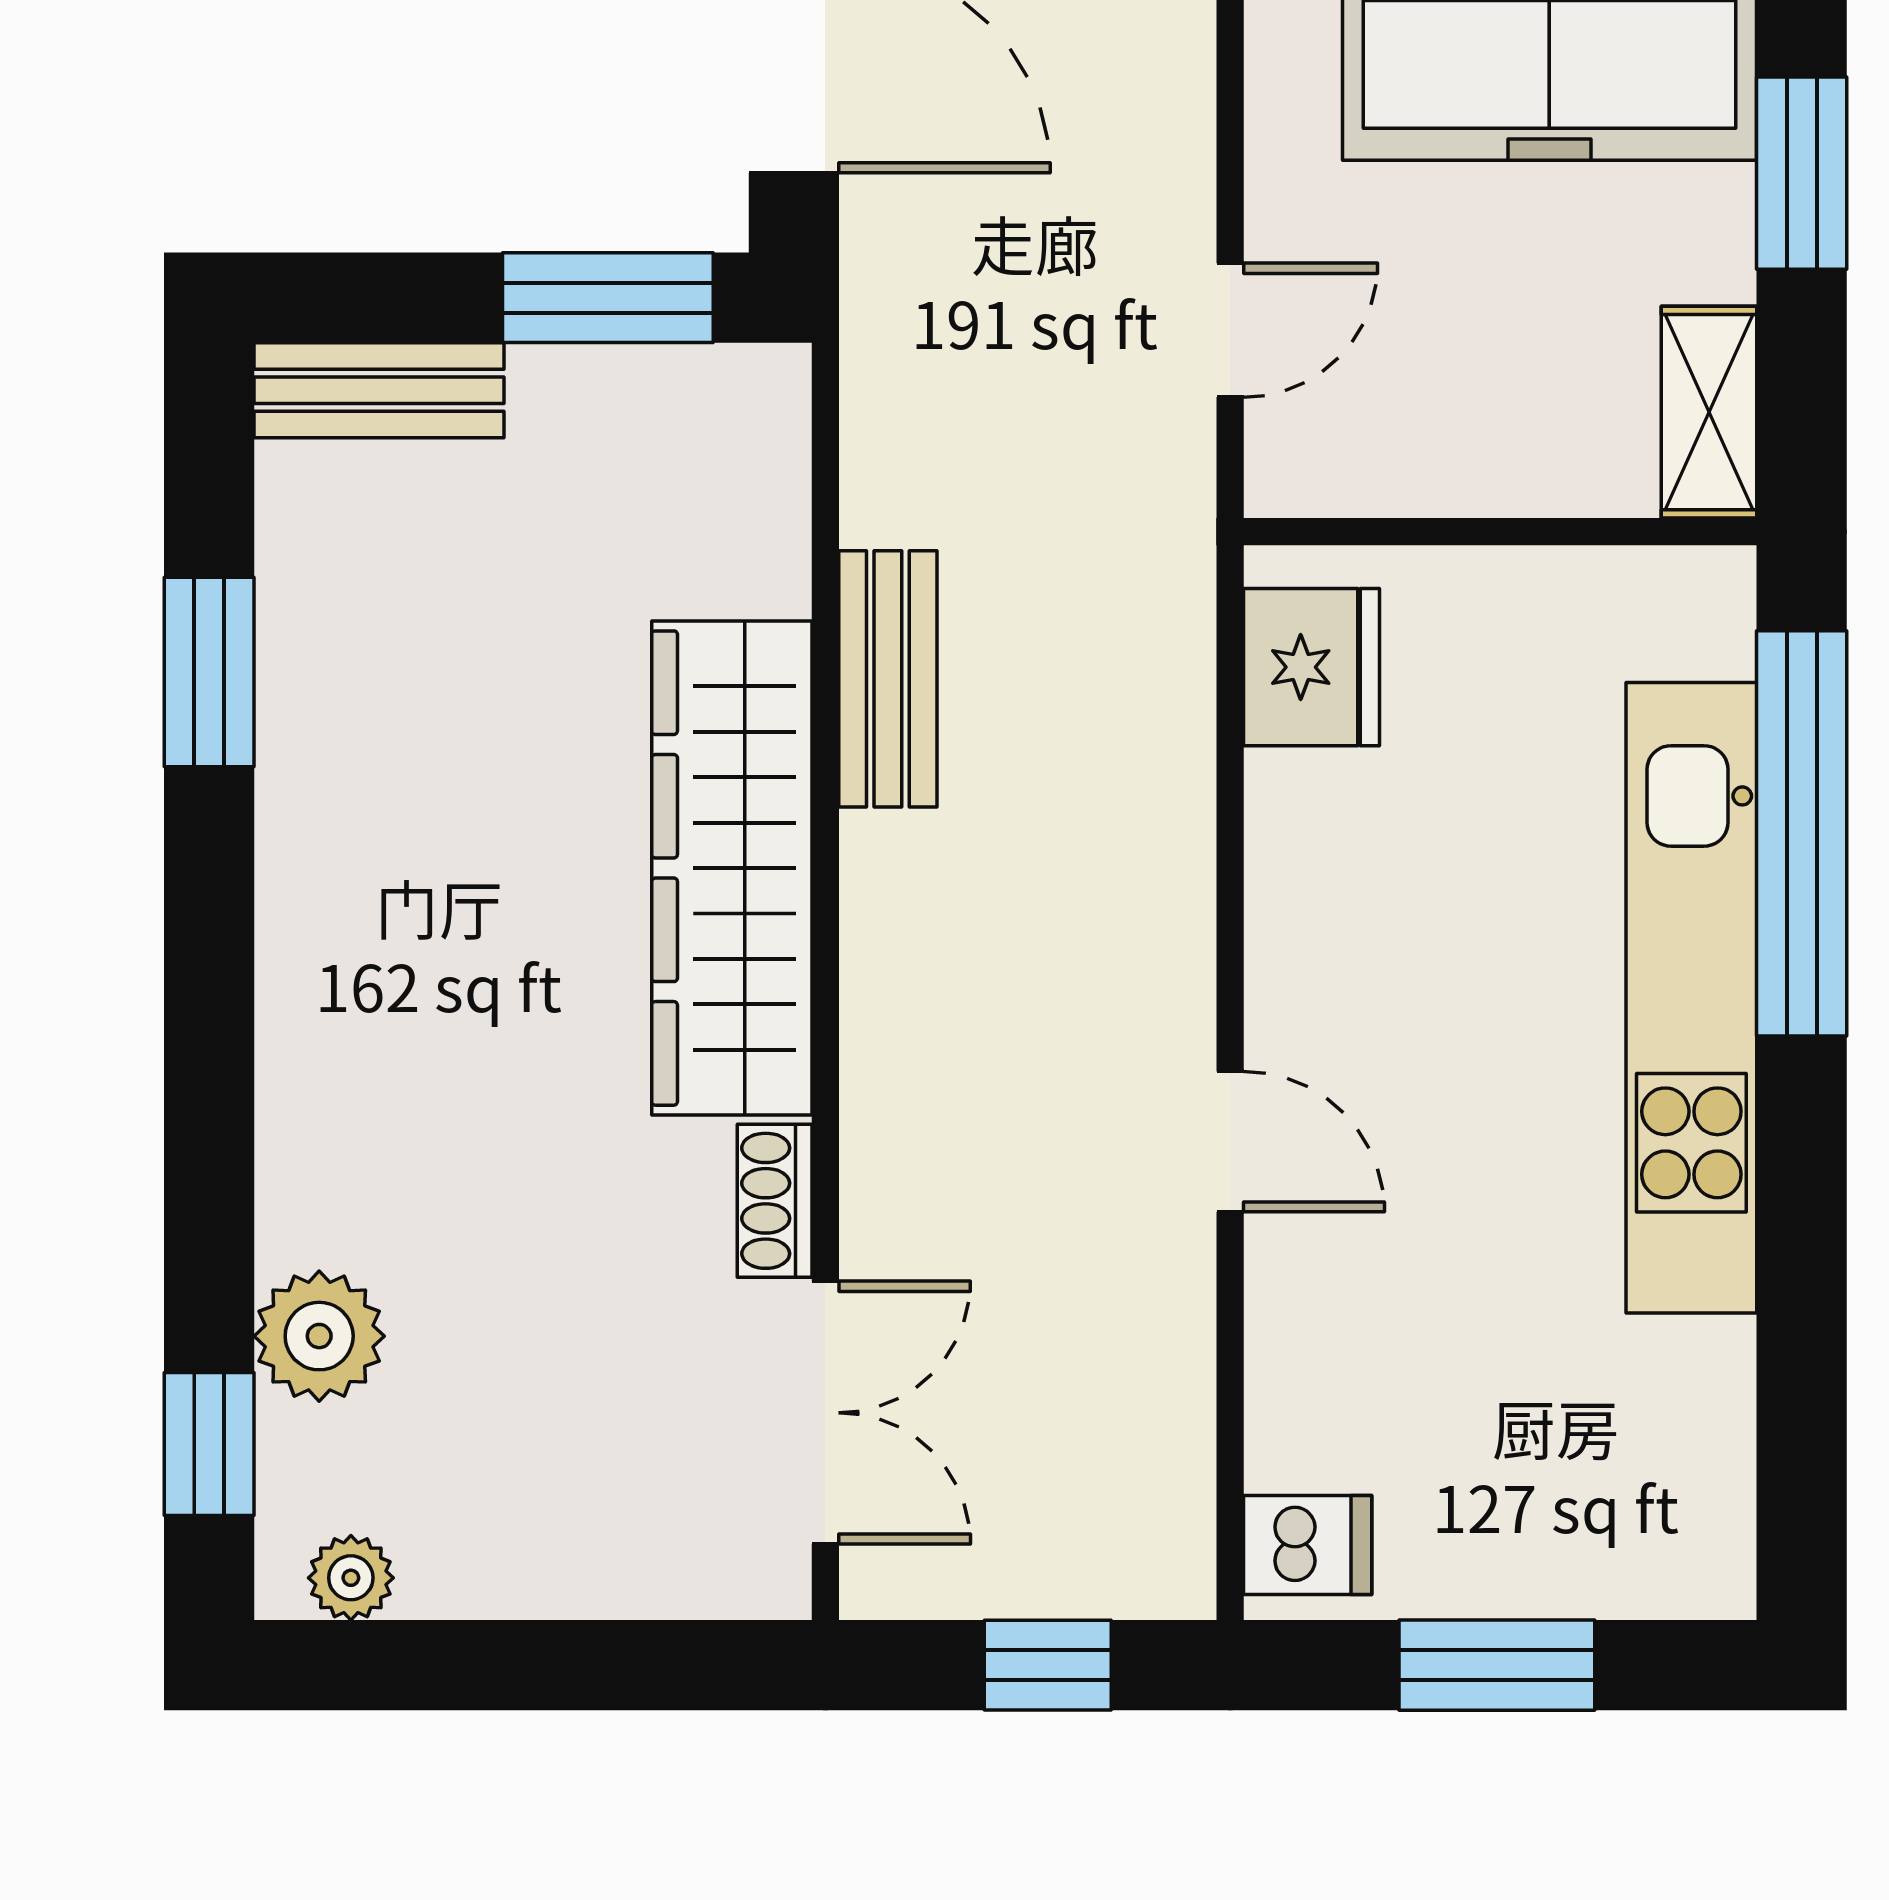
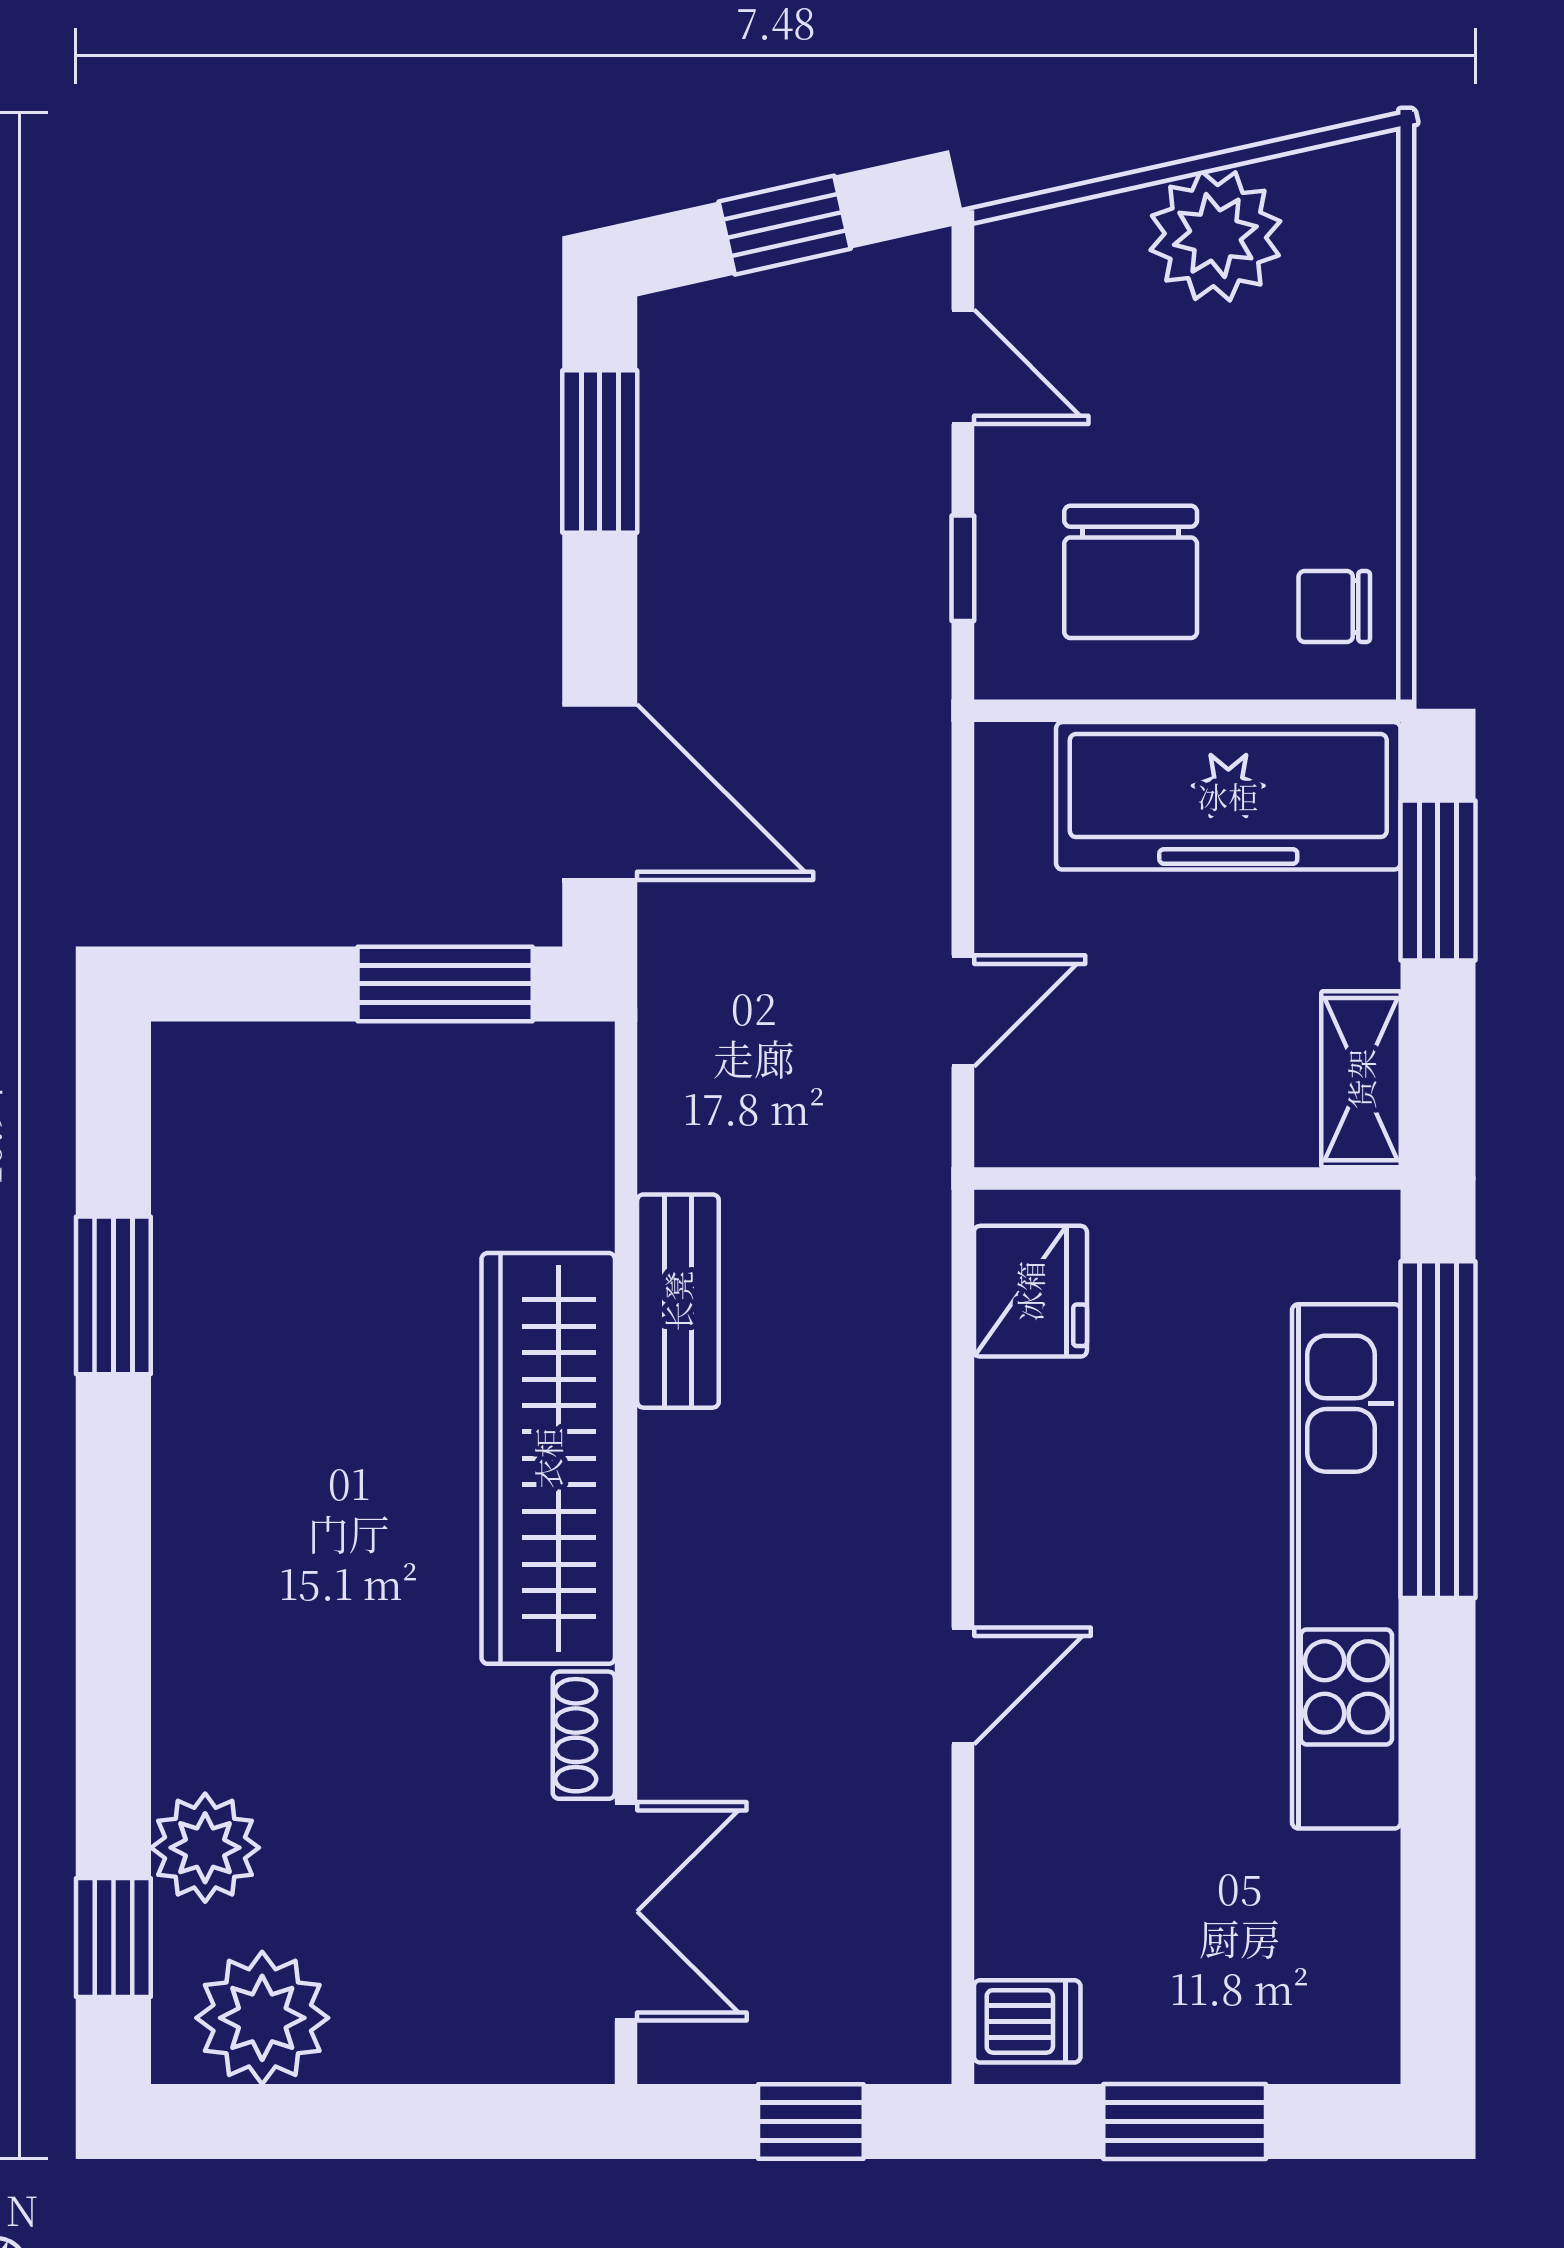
bench: (379, 390) -> (255, 1061), removed
door: (1230, 1142) -> (963, 1686), hinge flipped
plant: (351, 1578) -> (262, 2018), width x1.88, depth x1.88

